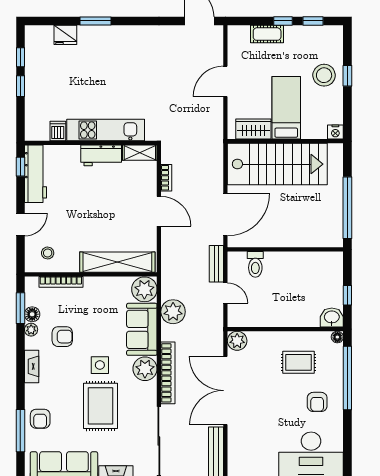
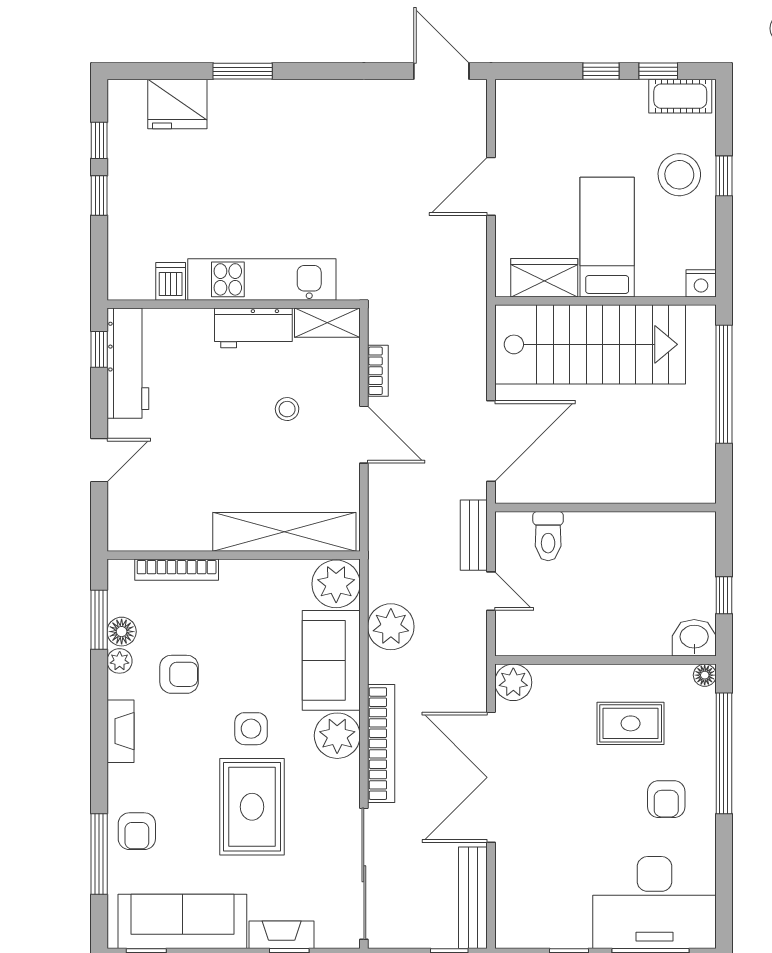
cot: (267, 34) -> (680, 96), moved
fridge: (65, 35) -> (177, 104), width x1.36, depth x1.34
window: (347, 208) -> (724, 384), moved
stool: (48, 253) -> (287, 409), moved

